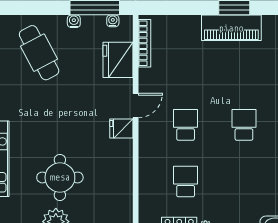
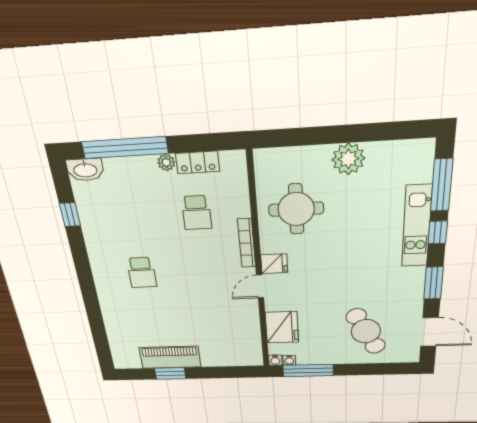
water cooler: (74, 21) -> (275, 360), moved
bookcase: (144, 43) -> (247, 243), moved
school desk: (186, 125) -> (204, 270), removed
round table: (60, 177) -> (296, 209), moved

